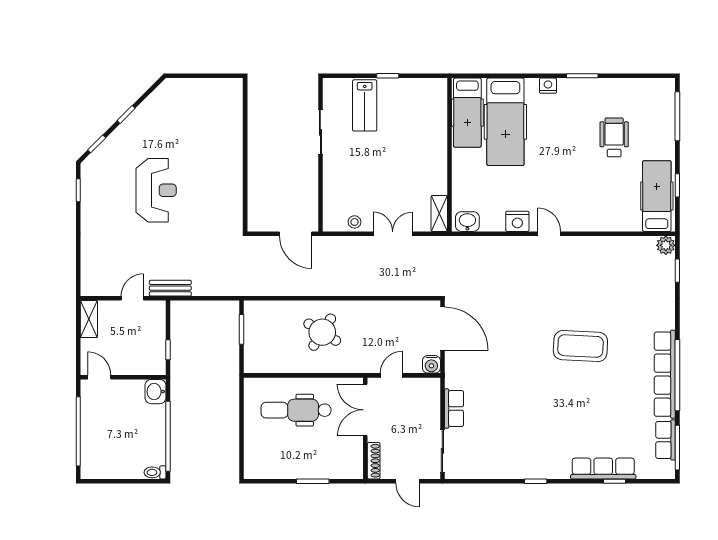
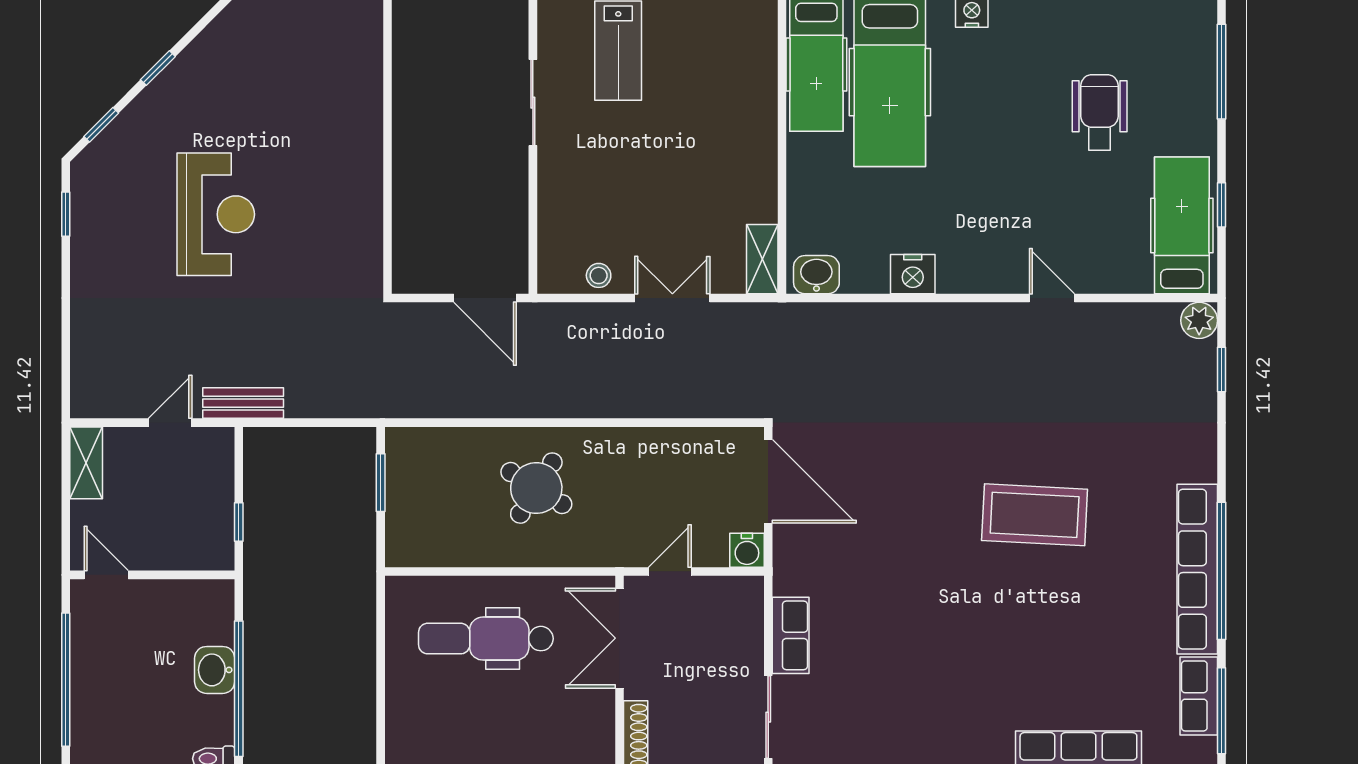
door: (549, 234) -> (1052, 298), moved
washbasin: (155, 392) -> (215, 670), moved

